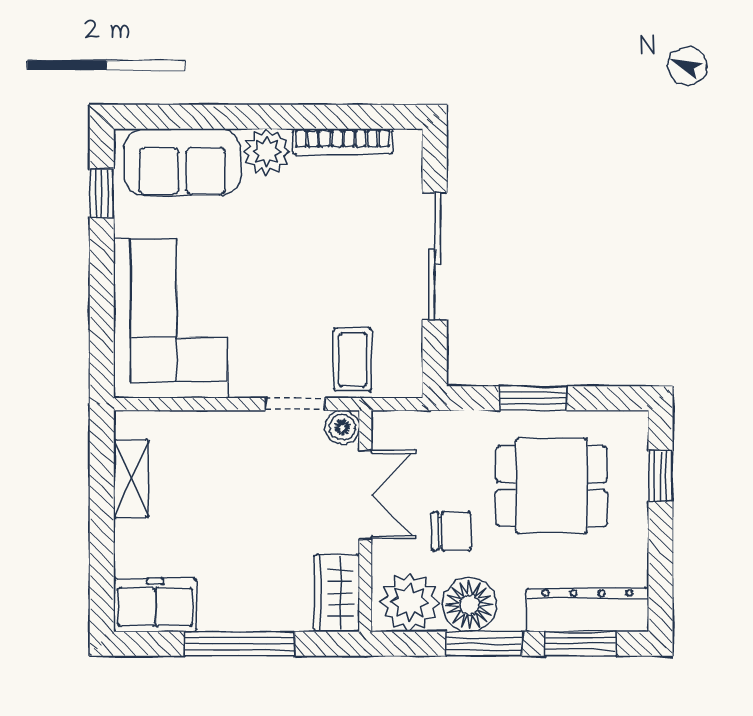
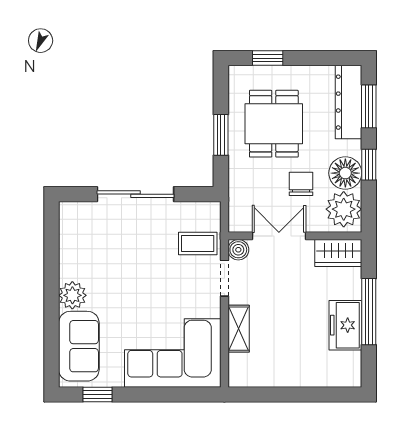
bookcase: (343, 141) -> (66, 250), removed
shelving: (131, 478) -> (239, 329), moved, turned 90
freezer: (155, 605) -> (345, 325), moved
window: (484, 644) -> (369, 165), width x0.67

